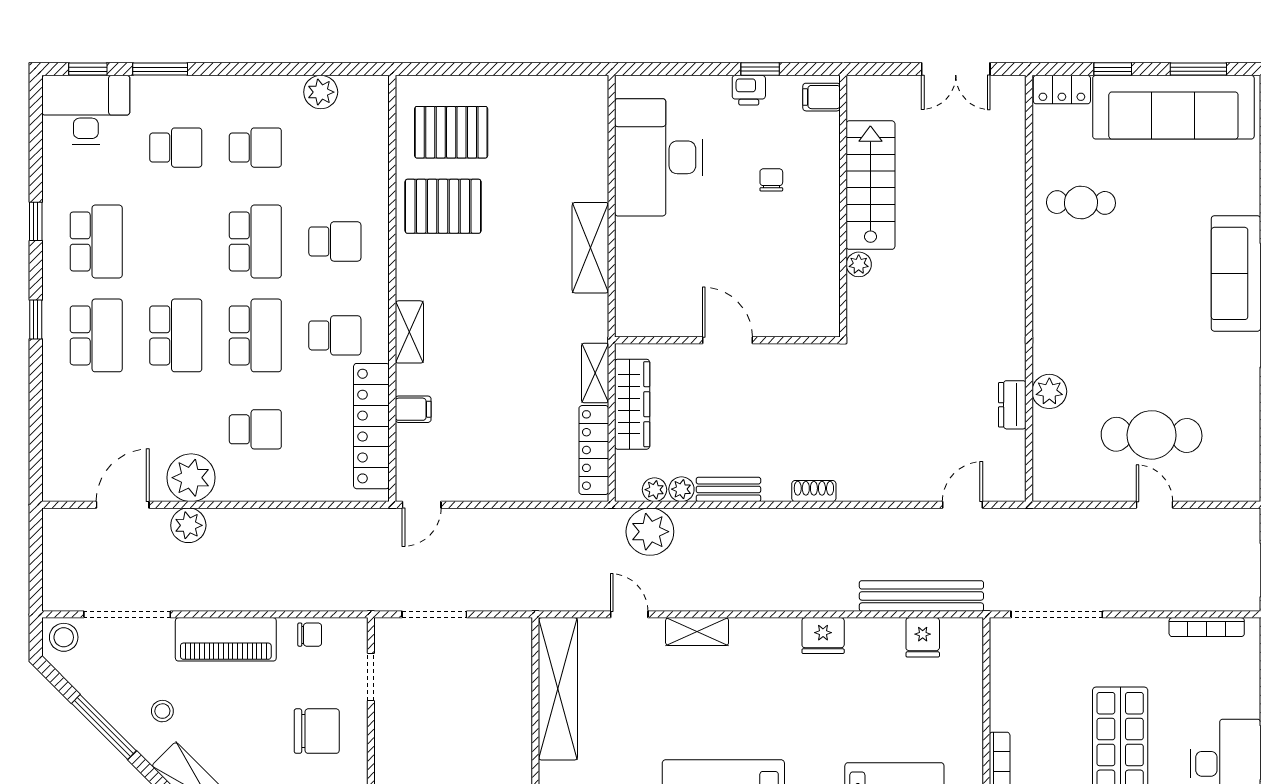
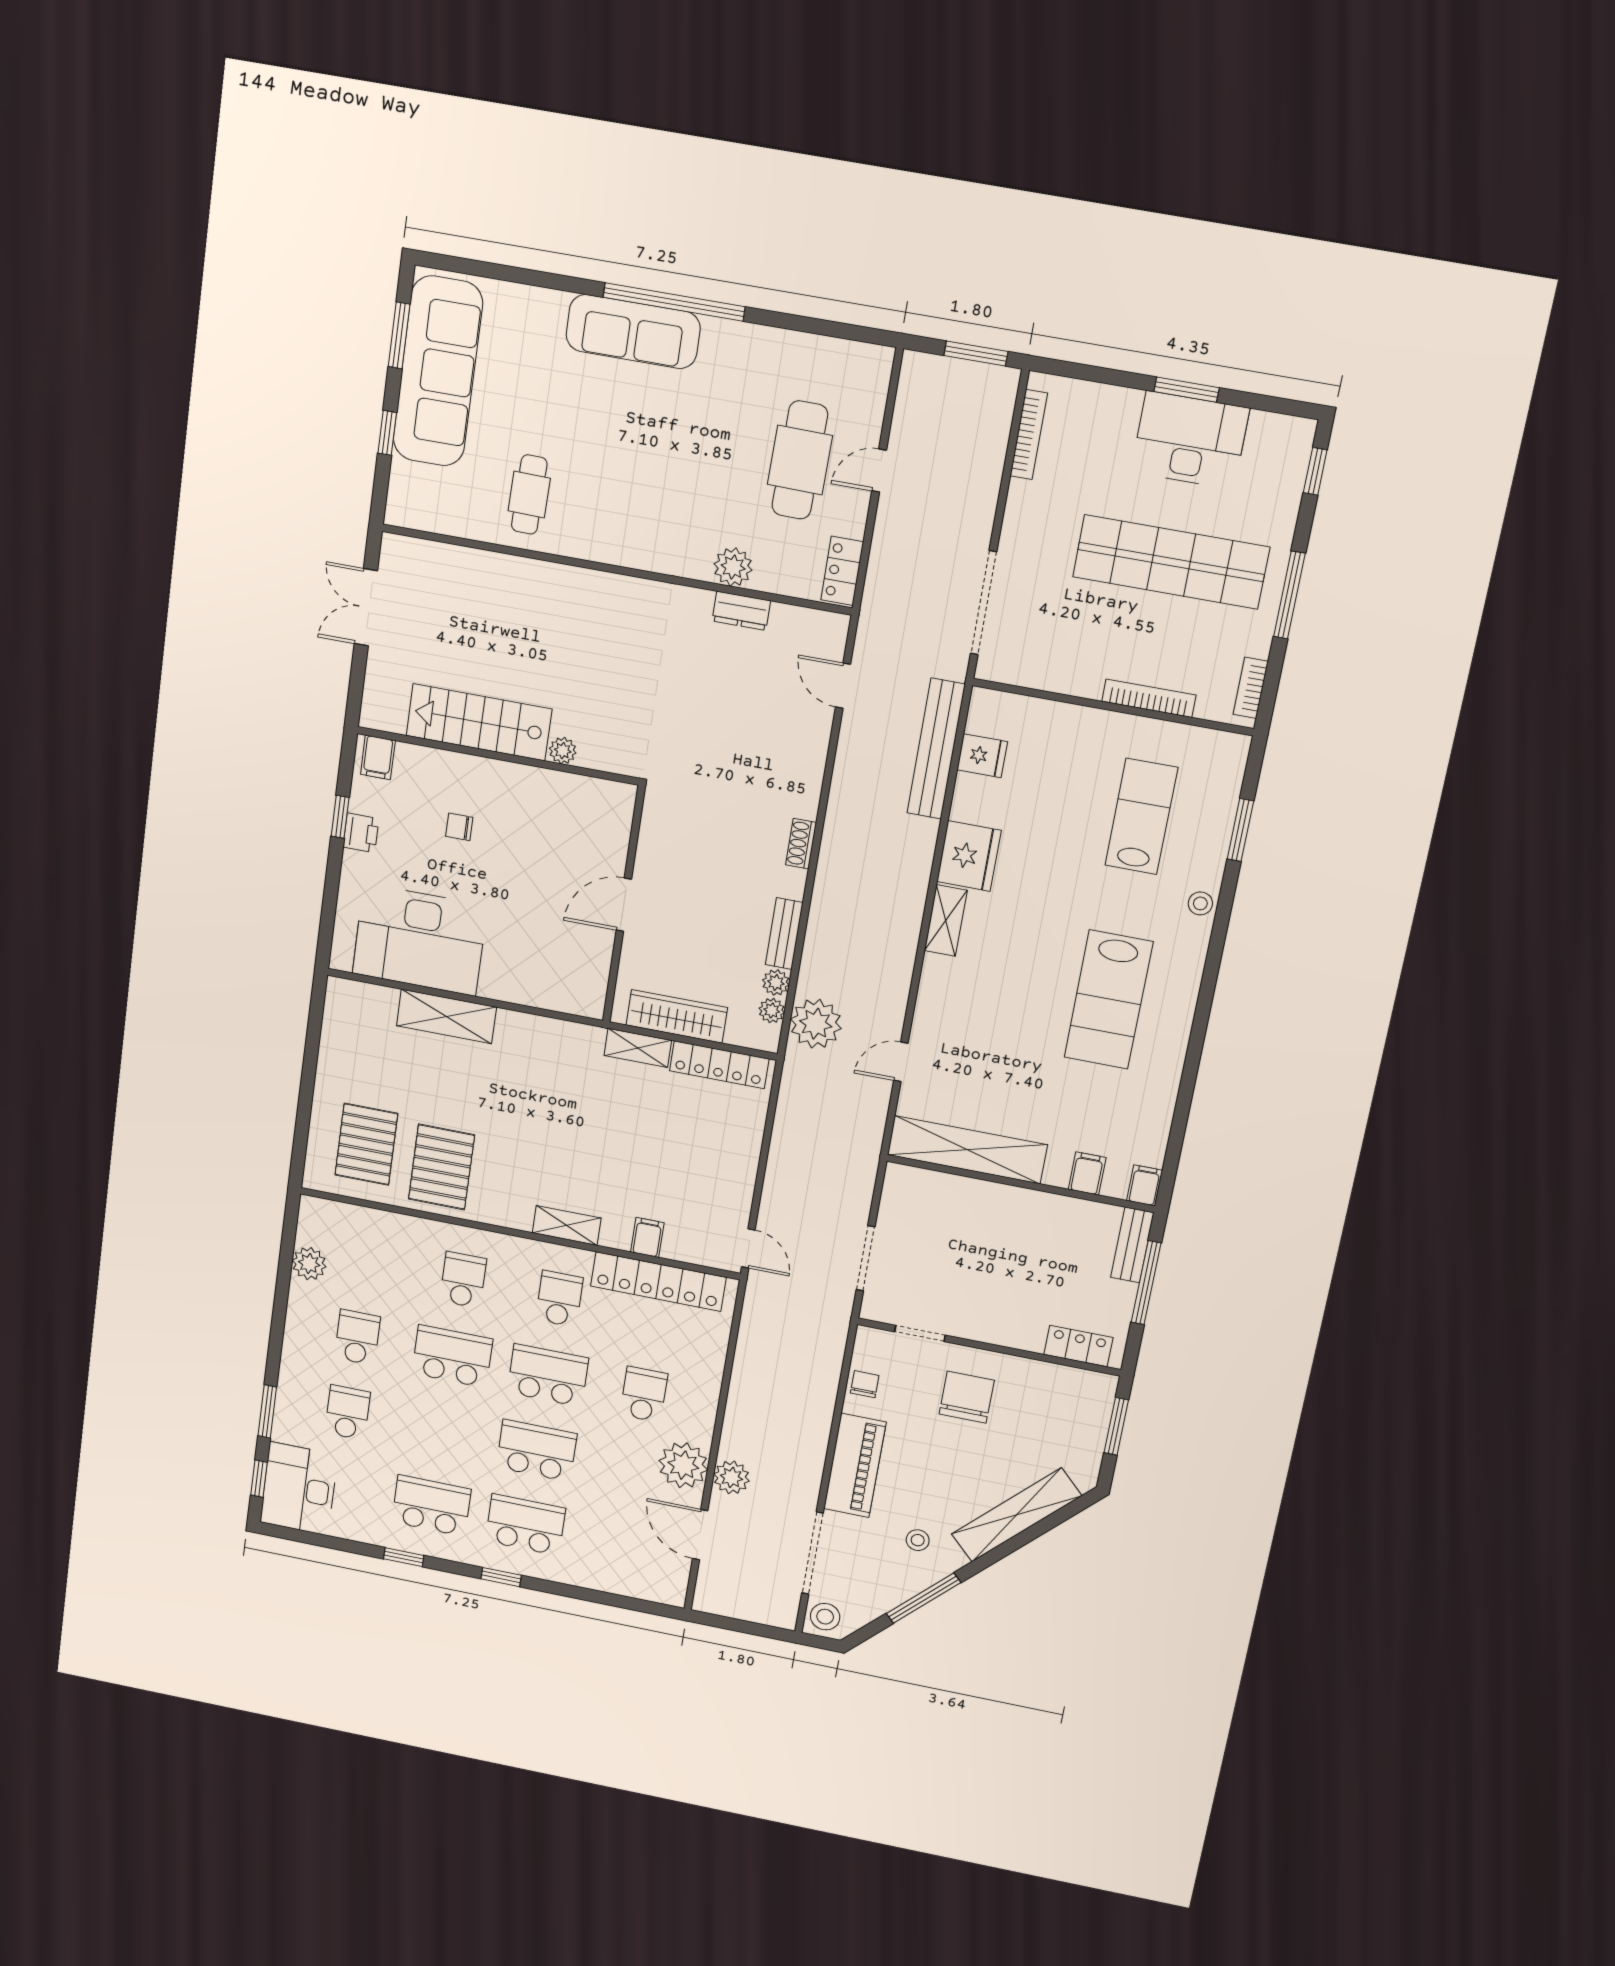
double door: (956, 69) -> (366, 607), swing flipped
locker: (1062, 90) -> (842, 571), moved, turned 180
shelving: (590, 248) -> (447, 1016), moved
shelving: (697, 632) -> (946, 920), moved
fridge: (823, 636) -> (969, 856), width x1.36, depth x1.34

